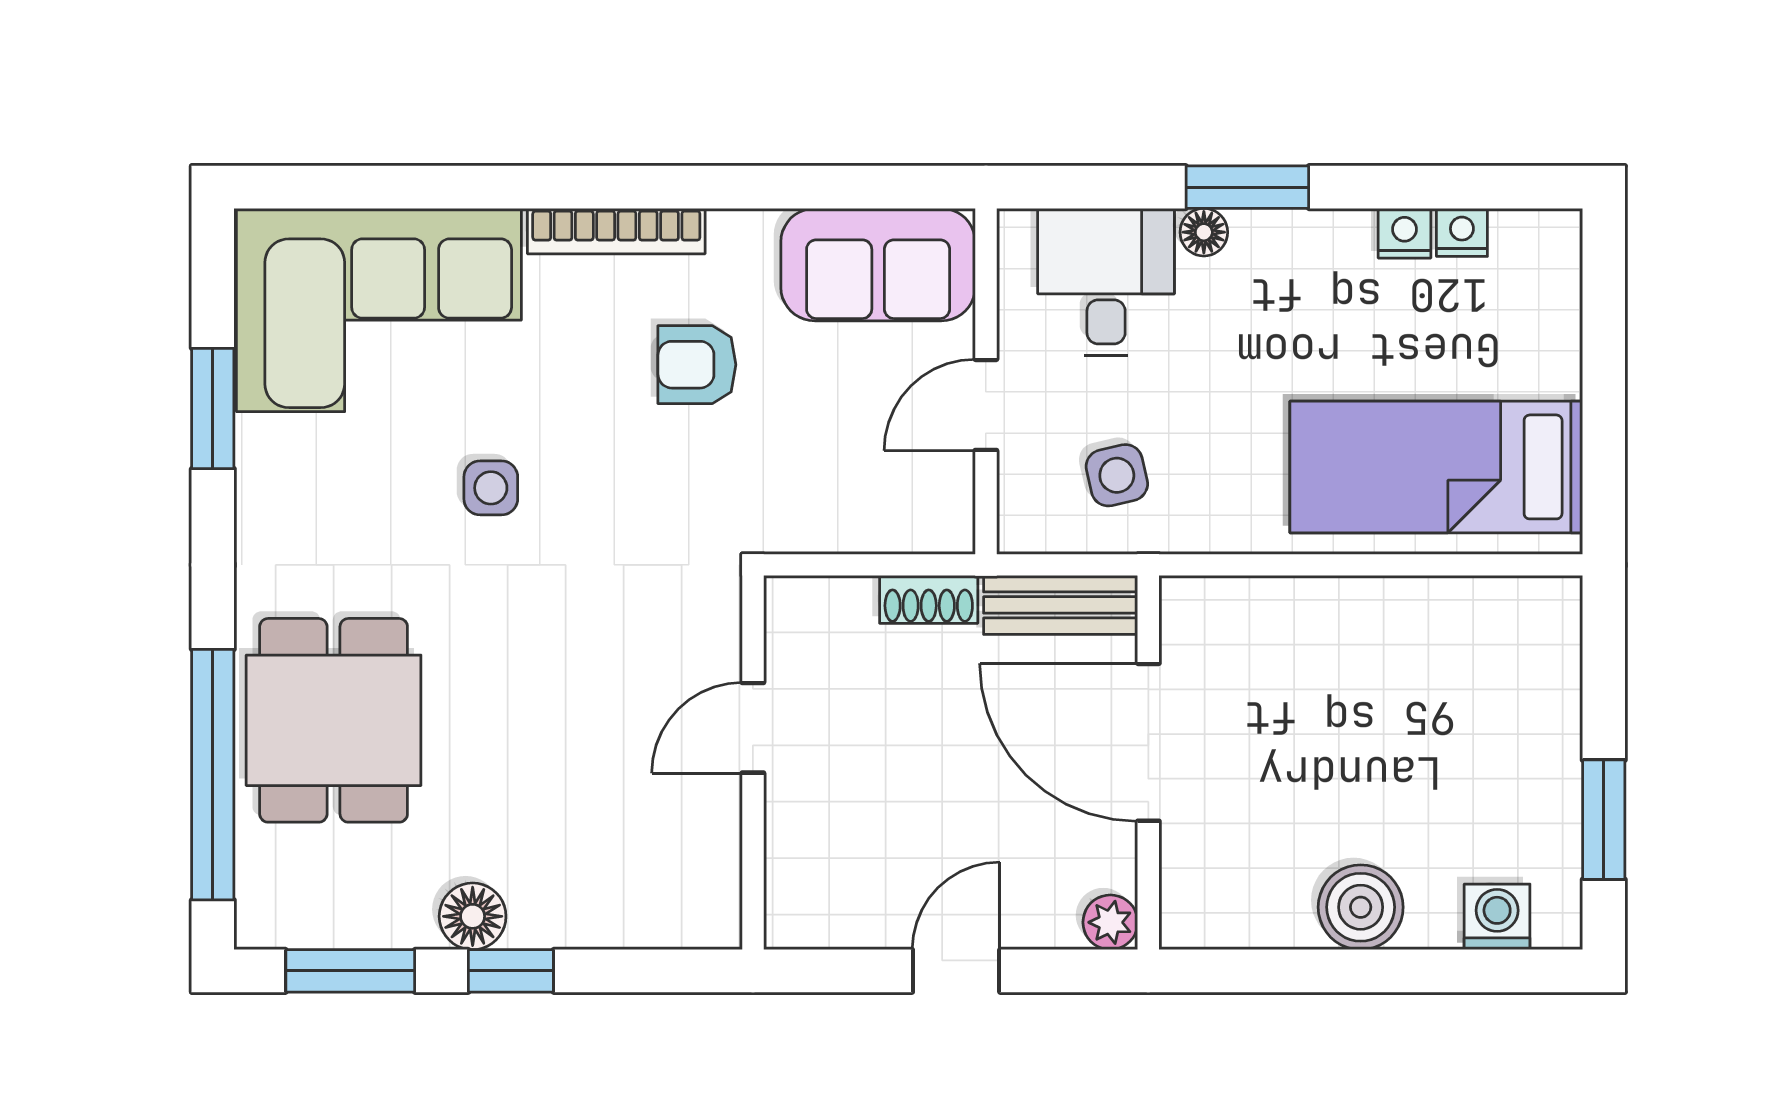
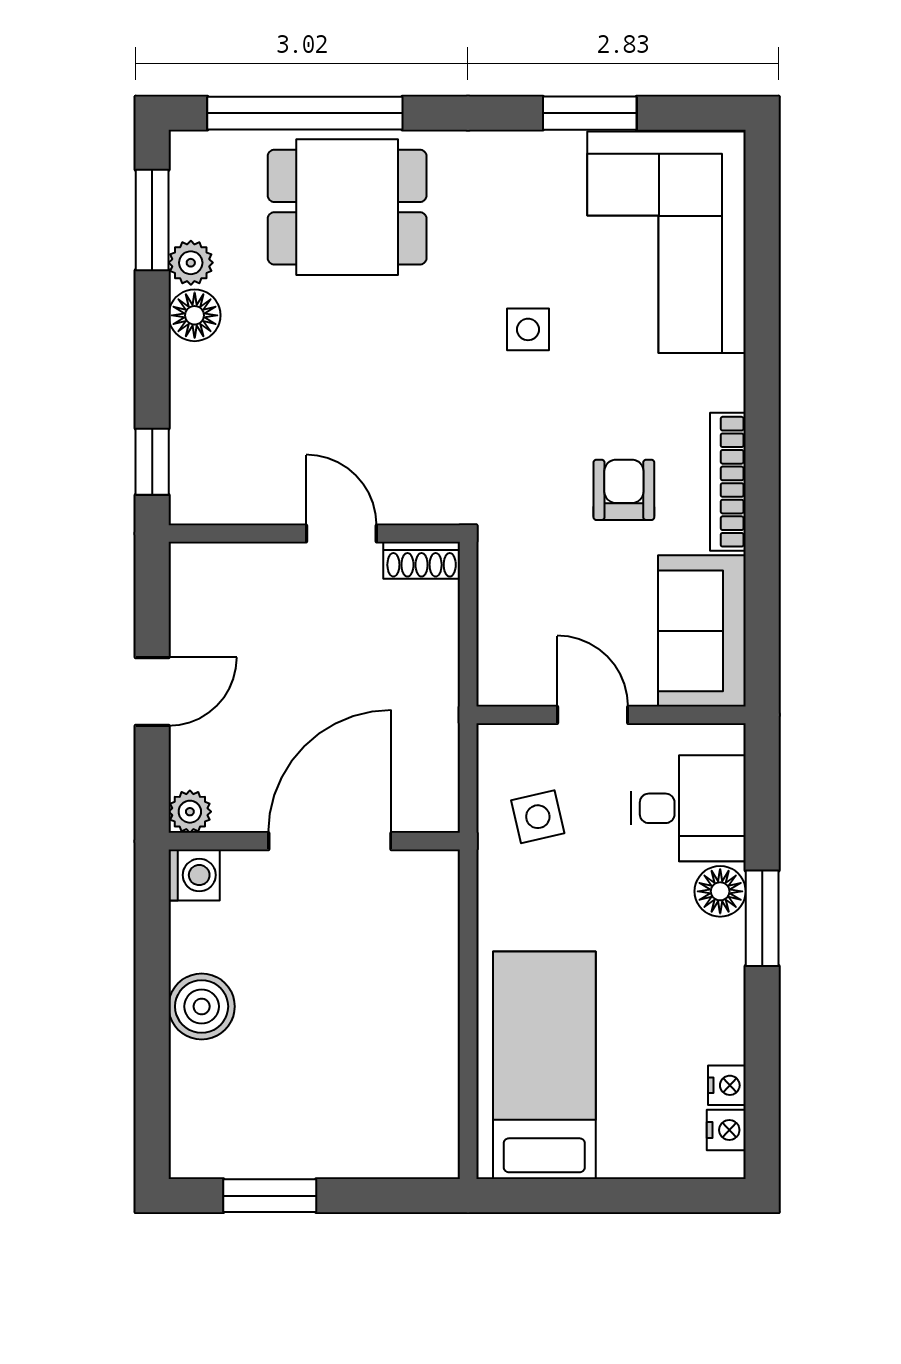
bookcase: (616, 231) -> (728, 482), moved
floor lamp: (1204, 232) -> (720, 891), width x1.37, depth x1.37
nightstand: (1404, 233) -> (726, 1130), moved
shoe rack: (929, 599) -> (422, 560), moved, turned -90
bench: (1061, 605) -> (437, 773), removed
washing machine: (1497, 917) -> (194, 875), moved
plant: (405, 921) -> (191, 263), added
window: (511, 971) -> (152, 462), moved
door: (956, 971) -> (152, 692), hinge flipped

